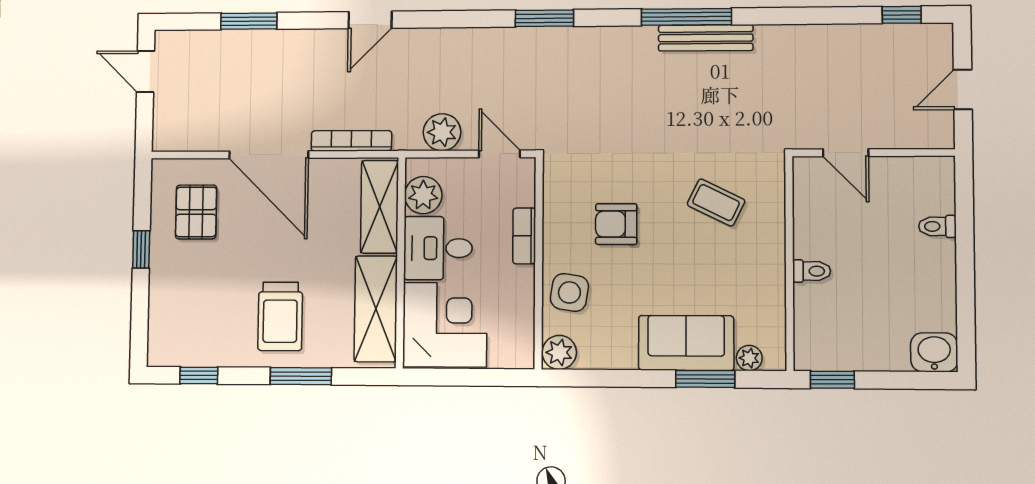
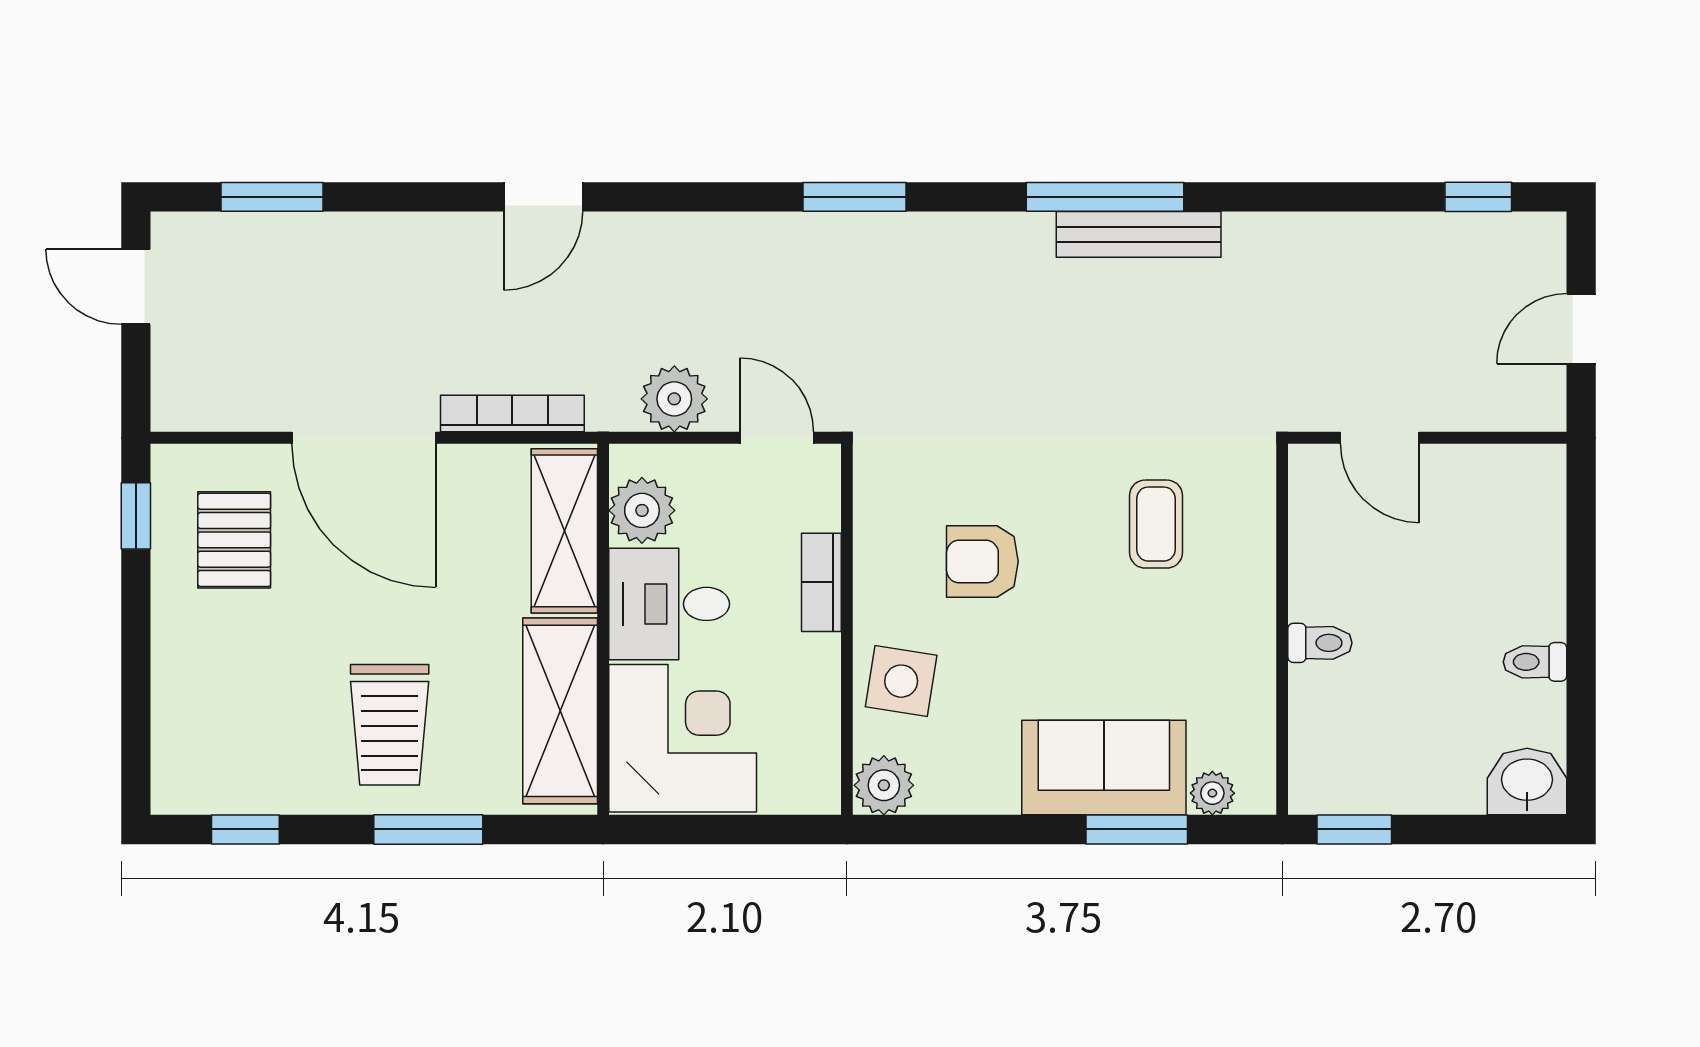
window: (249, 21) -> (272, 197), moved
coffee table: (716, 203) -> (1156, 524), turned 64
toilet: (937, 226) -> (1535, 662), moved
window: (141, 249) -> (136, 516), moved

